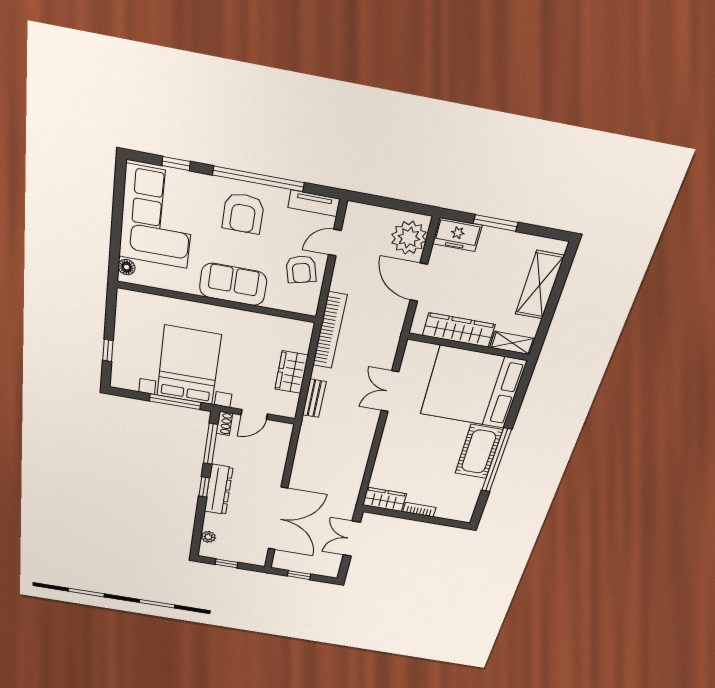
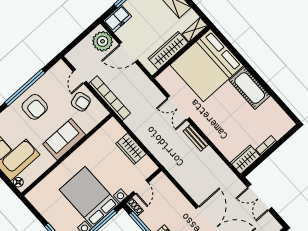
tv unit: (314, 203) -> (54, 72), removed
bookcase: (330, 331) -> (110, 98), moved
bench: (314, 398) -> (196, 138), moved
window: (496, 460) -> (262, 83), removed

